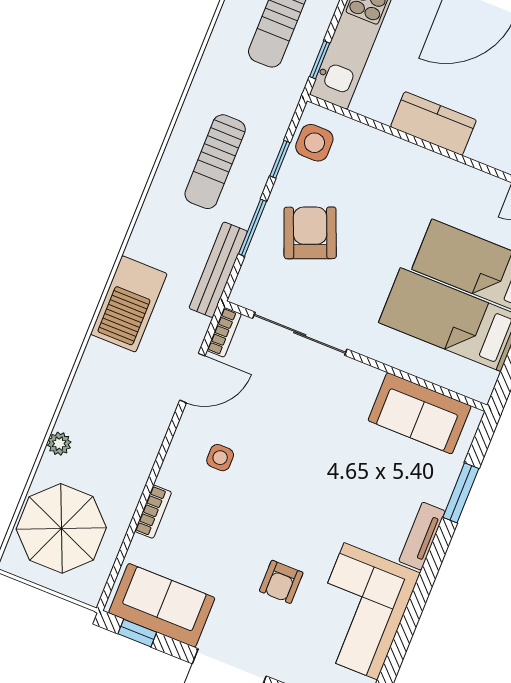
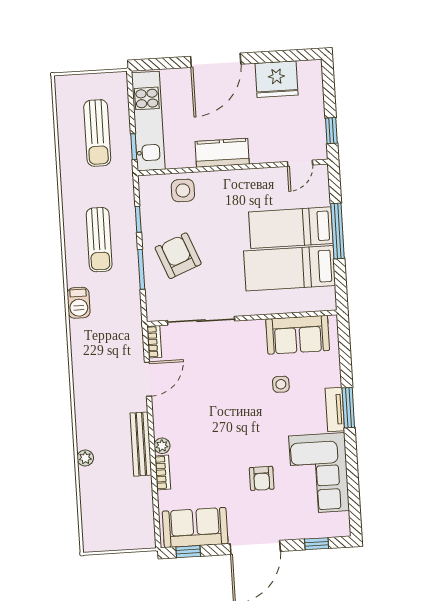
side table: (314, 143) -> (183, 190), moved
bench: (218, 270) -> (141, 444), moved
barbecue: (129, 304) -> (79, 303), moved, width x0.53, depth x0.65
side table: (220, 458) -> (281, 384), moved
plant: (169, 476) -> (162, 446), added
window: (461, 493) -> (348, 408), moved
parasol: (61, 528) -> (111, 509), removed

